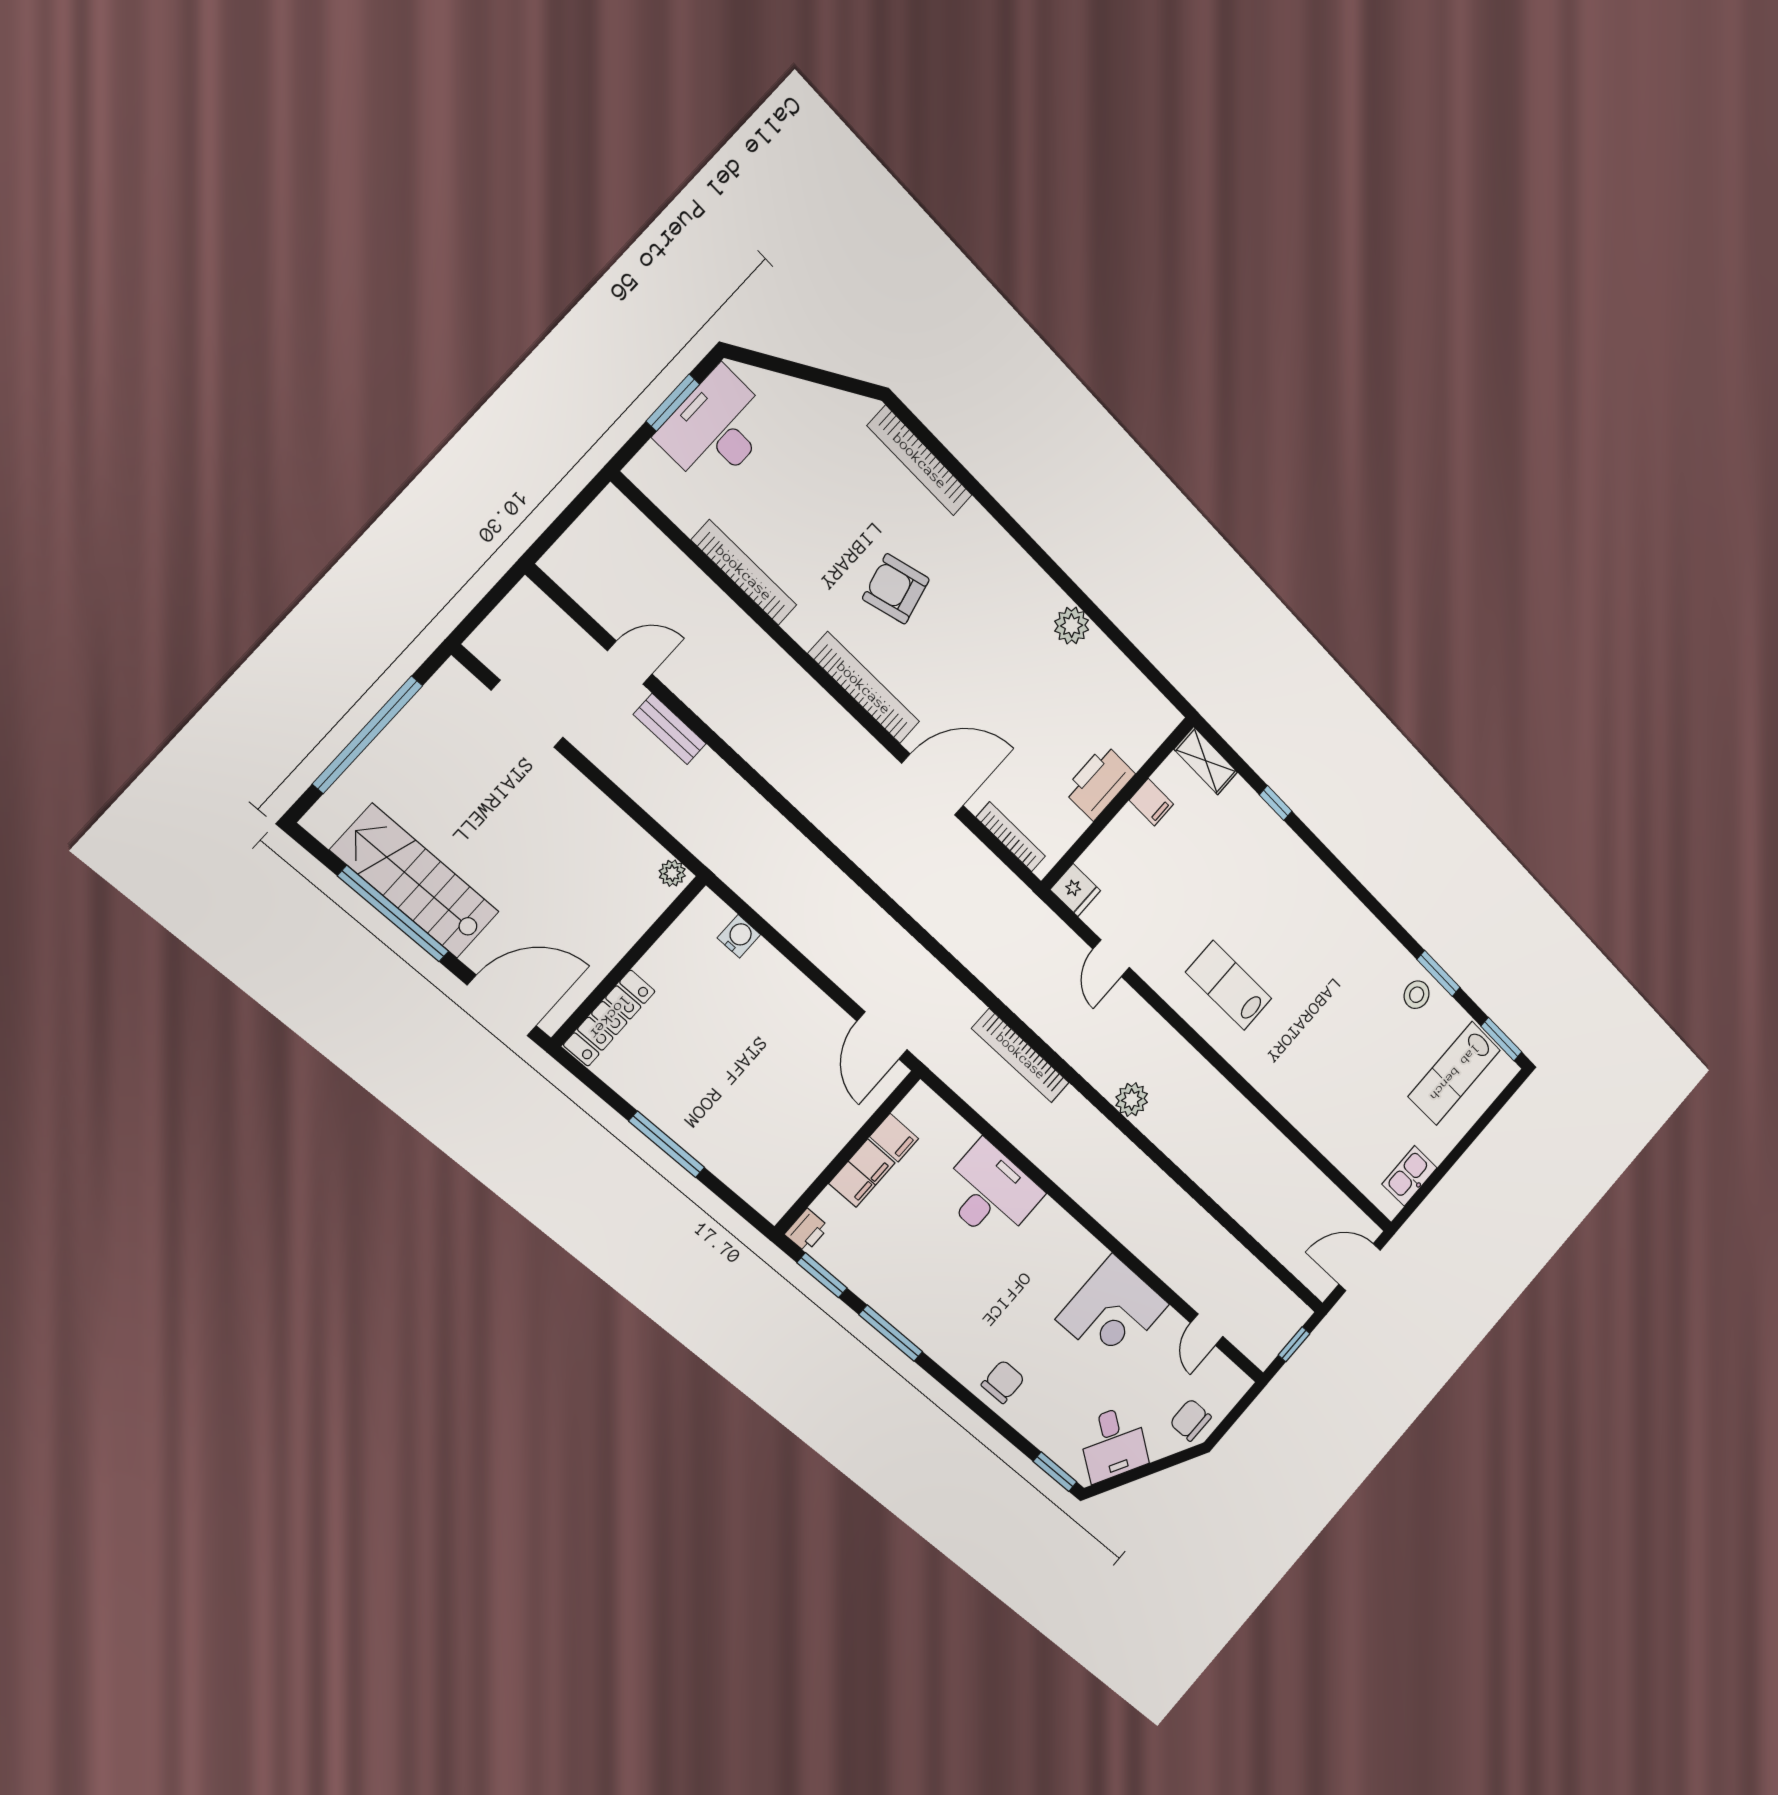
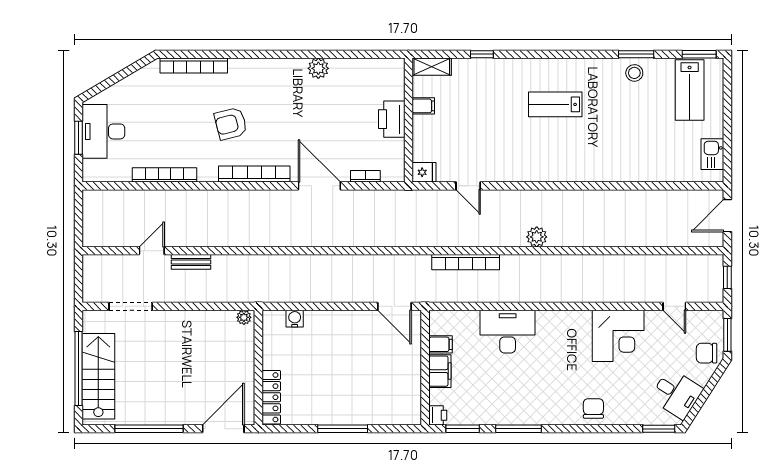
door: (933, 785) -> (319, 186), hinge flipped
bookcase: (1011, 837) -> (365, 176), width x0.64
stairs: (415, 881) -> (98, 376), moved, turned 90
lab bench: (1229, 985) -> (555, 104), moved
window: (1232, 1417) -> (727, 335), added

